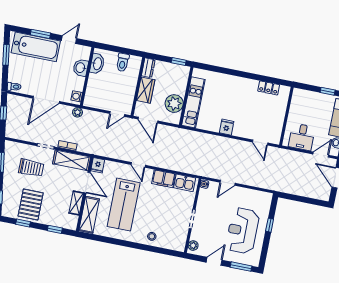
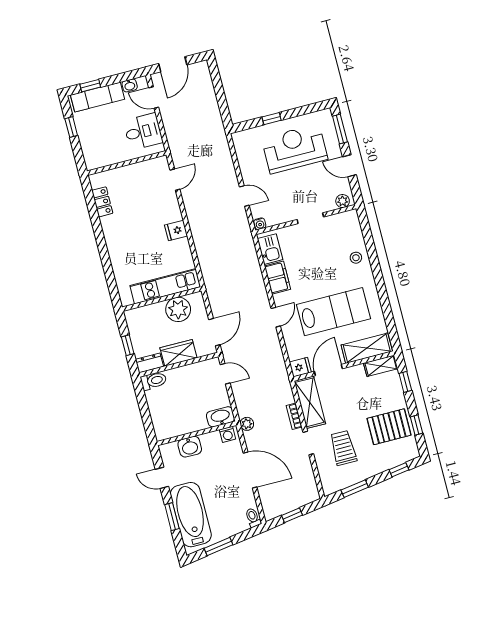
toilet: (123, 62) -> (154, 381), moved
window: (179, 62) -> (128, 345), moved
washbasin: (97, 64) -> (220, 417), moved
shelving: (76, 203) -> (381, 366), moved
reception desk: (243, 231) -> (295, 149), turned 180

